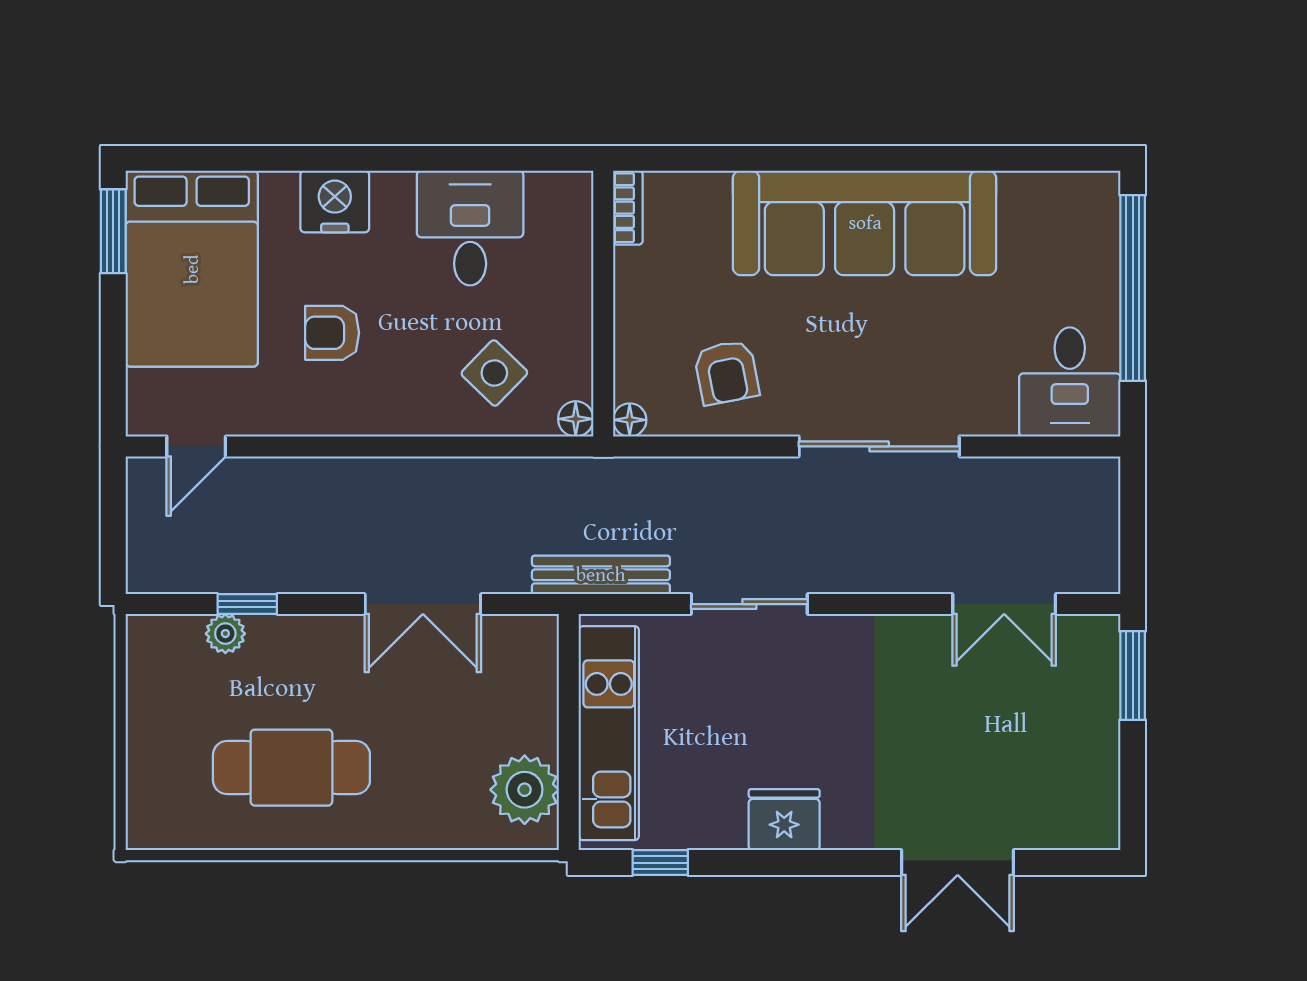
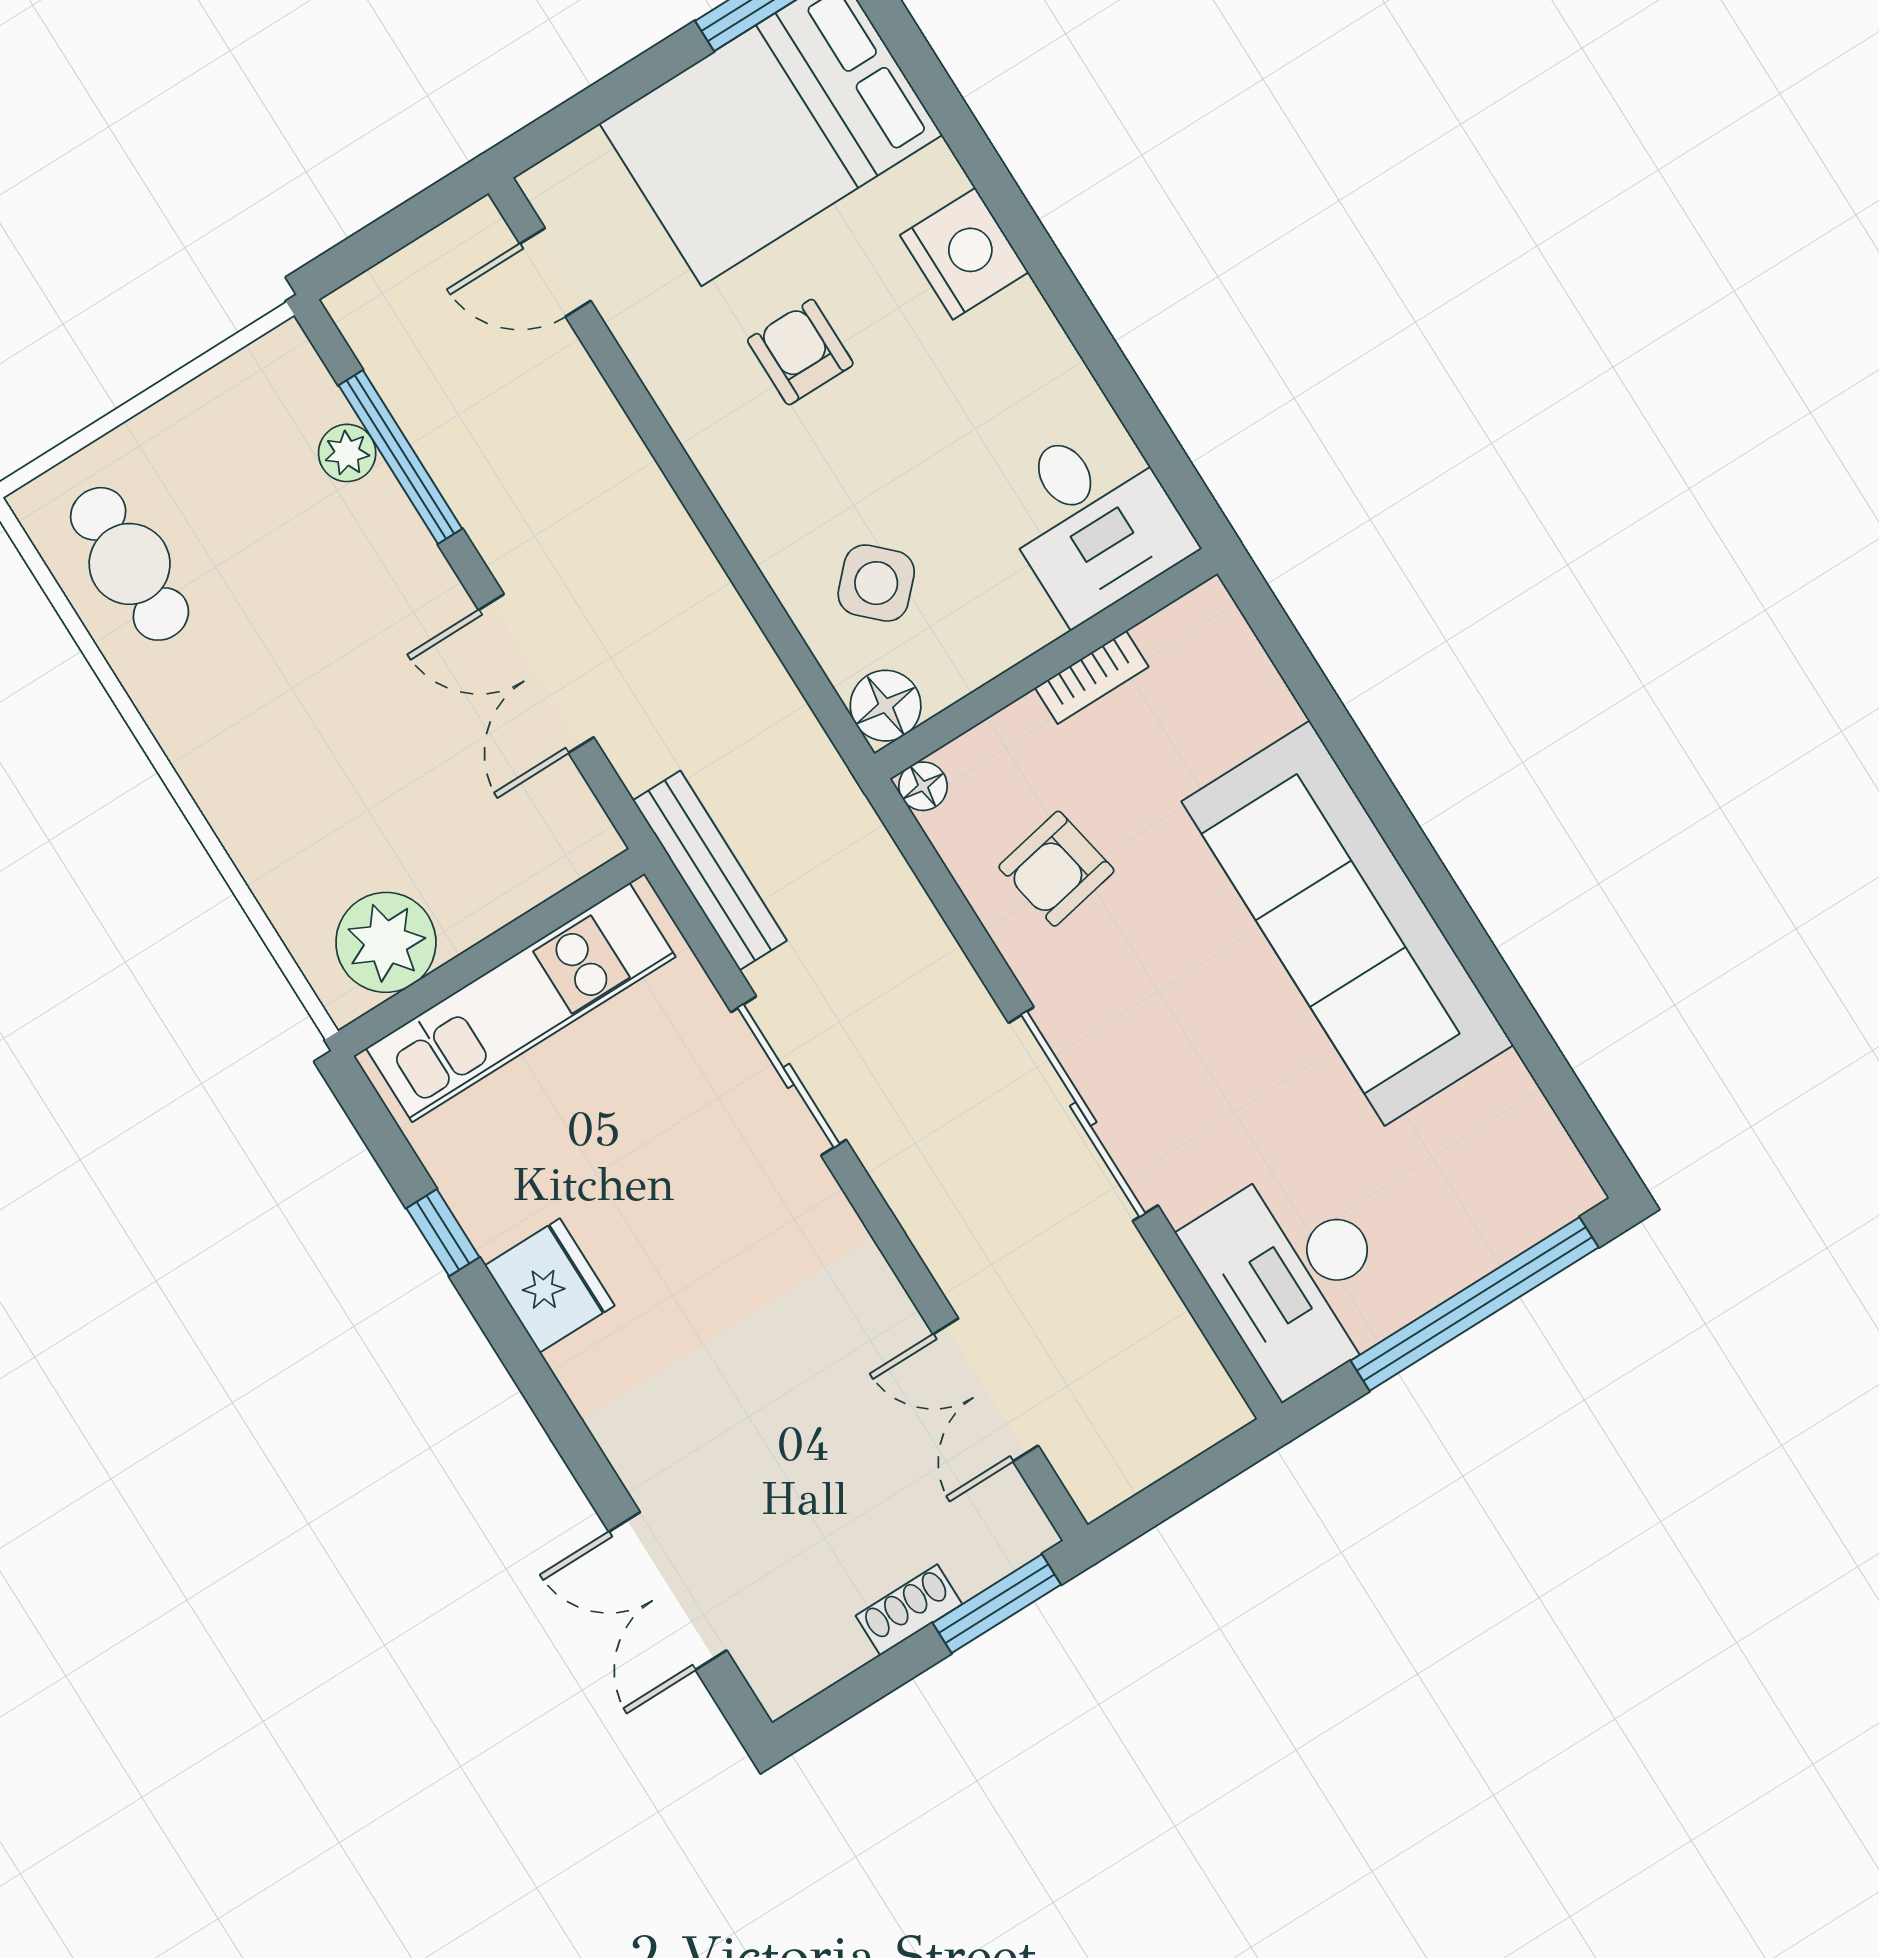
bookcase: (628, 208) -> (1092, 677), moved
desk: (470, 228) -> (1092, 519), moved, turned 90
desk: (1070, 382) -> (1295, 1276), width x1.37
floor lamp: (576, 419) -> (886, 706), width x1.37, depth x1.37
window: (247, 604) -> (400, 457), width x2.17
shoe rack: (1104, 729) -> (909, 1610), added
cafe table: (291, 768) -> (130, 564), moved, width x0.73, depth x0.74
window: (660, 863) -> (443, 1233), moved
double door: (958, 863) -> (668, 1591), moved

